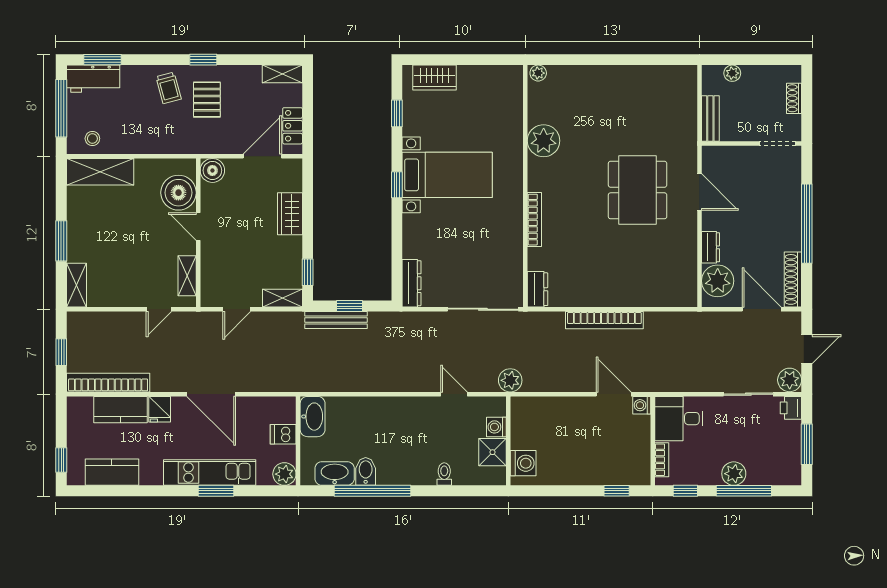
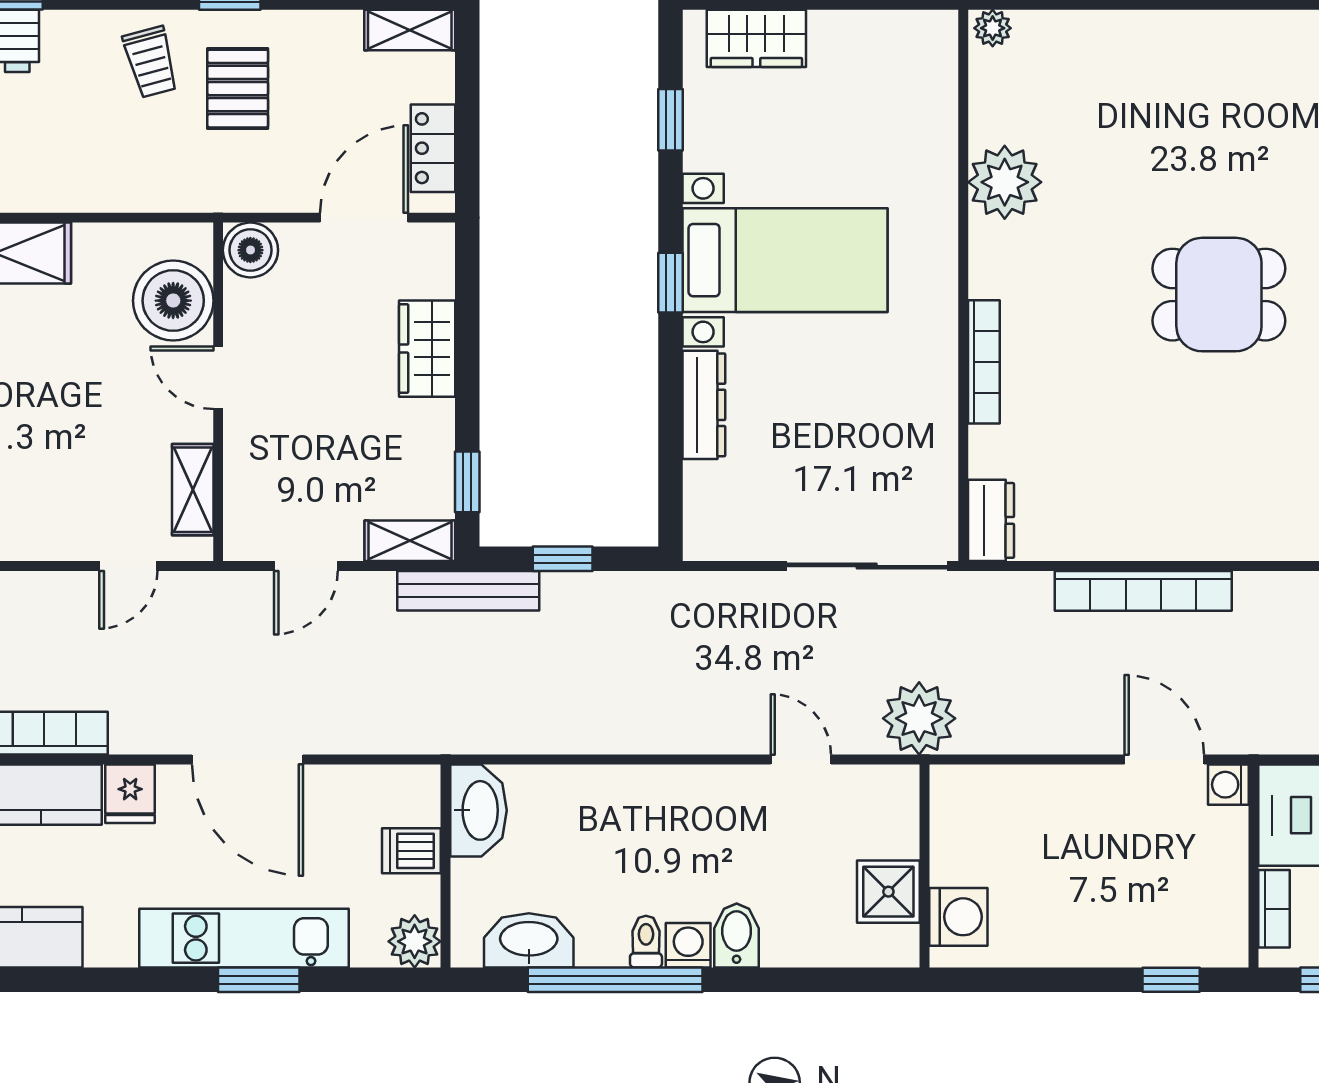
dining table: (638, 190) -> (1219, 295), width x0.73
dresser: (411, 283) -> (704, 405), moved
bench: (336, 320) -> (468, 591), moved
plant: (510, 380) -> (919, 718), width x1.36, depth x1.36
washing machine: (496, 427) -> (688, 945), moved, turned 90
bidet: (366, 471) -> (737, 935), moved
toilet: (444, 474) -> (646, 942), moved

